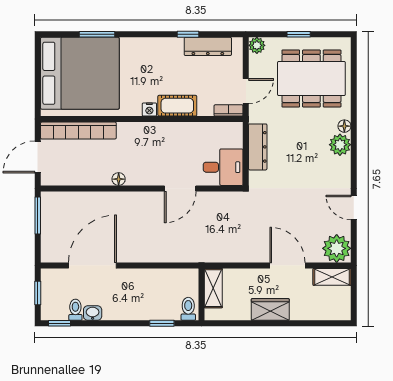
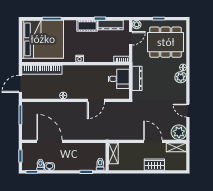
door: (246, 91) -> (131, 38), moved
cot: (177, 106) -> (87, 26), moved
desk: (223, 167) -> (119, 79), moved
door: (93, 265) -> (49, 141), hinge flipped
wardrobe: (270, 309) -> (154, 165), moved

